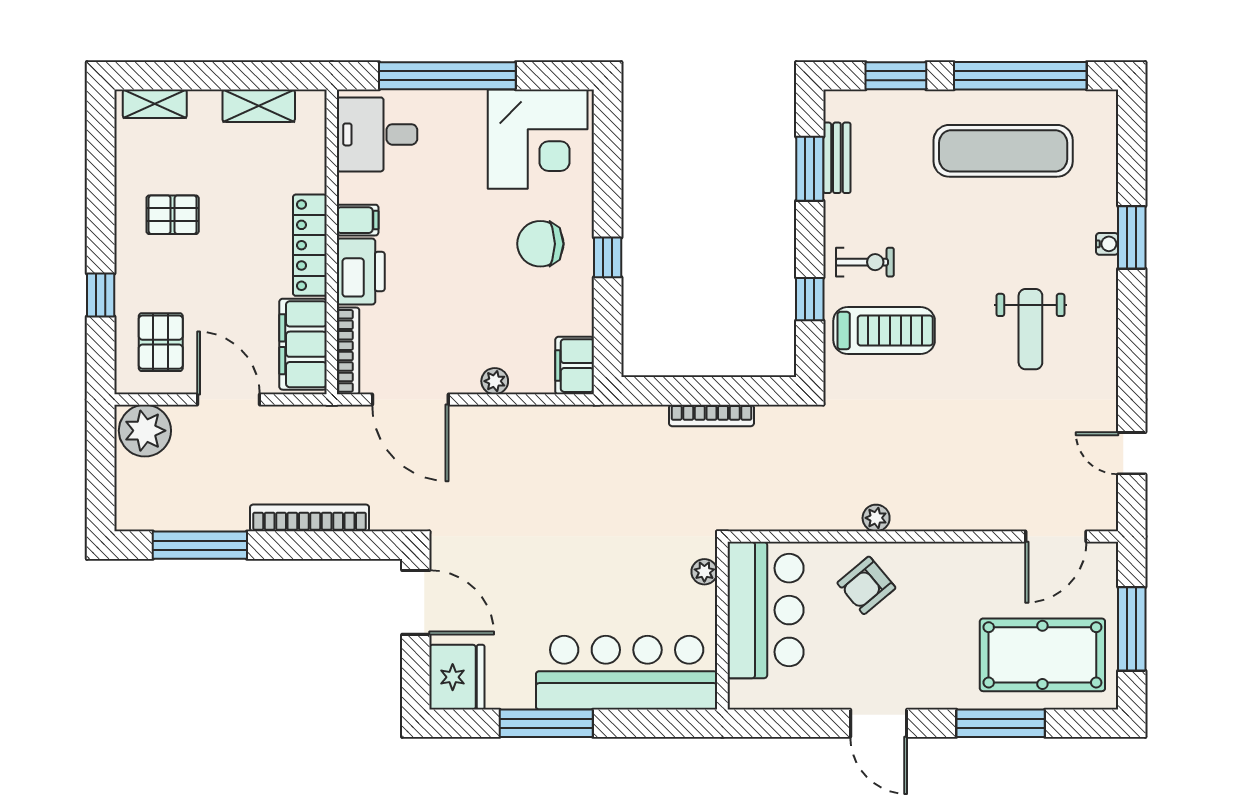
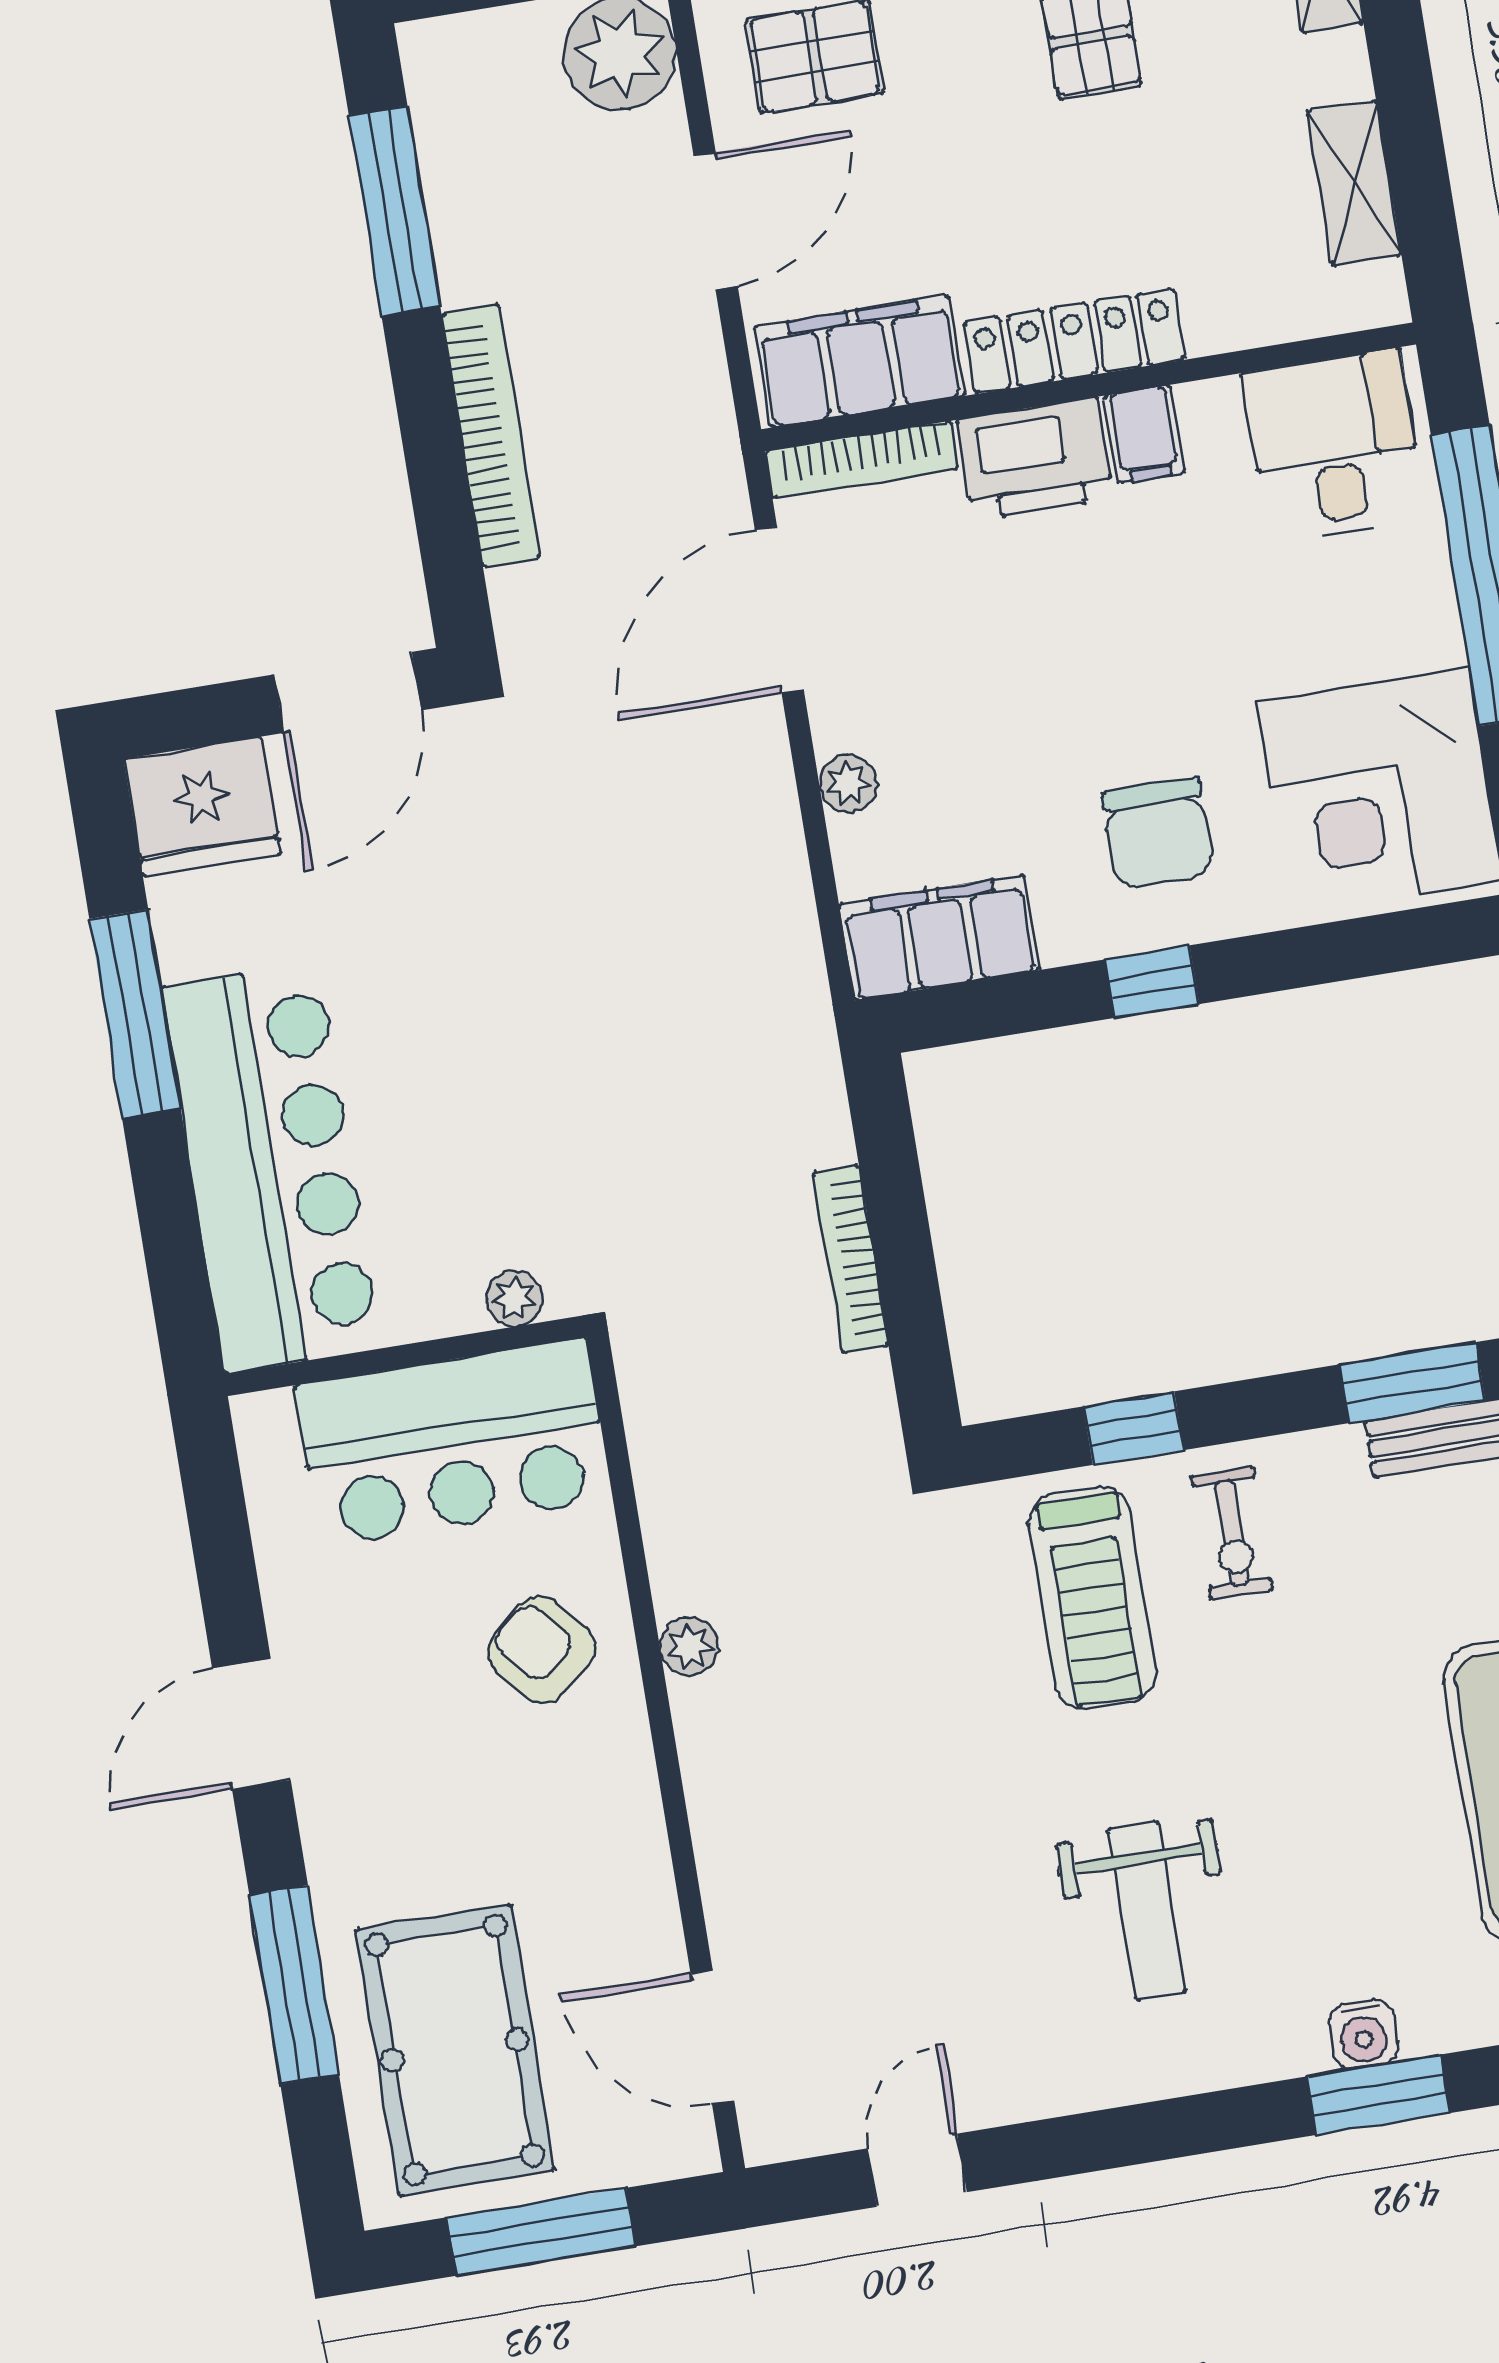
chair: (540, 244) -> (1158, 833), turned 180
water cooler: (1107, 244) -> (1363, 2034), width x1.38, depth x1.38
weight bench: (1030, 329) -> (1147, 1910), turned -90
filing cabinet: (575, 366) -> (939, 937), width x1.50, depth x1.17

